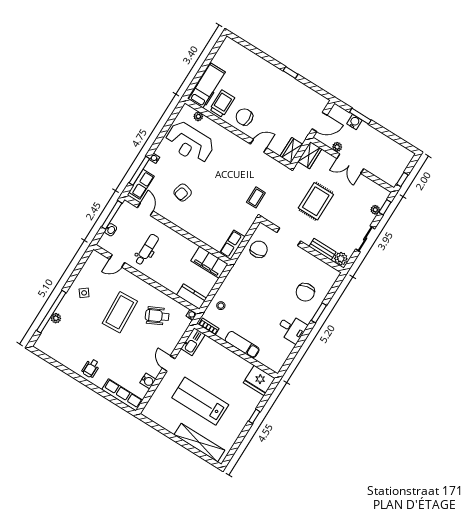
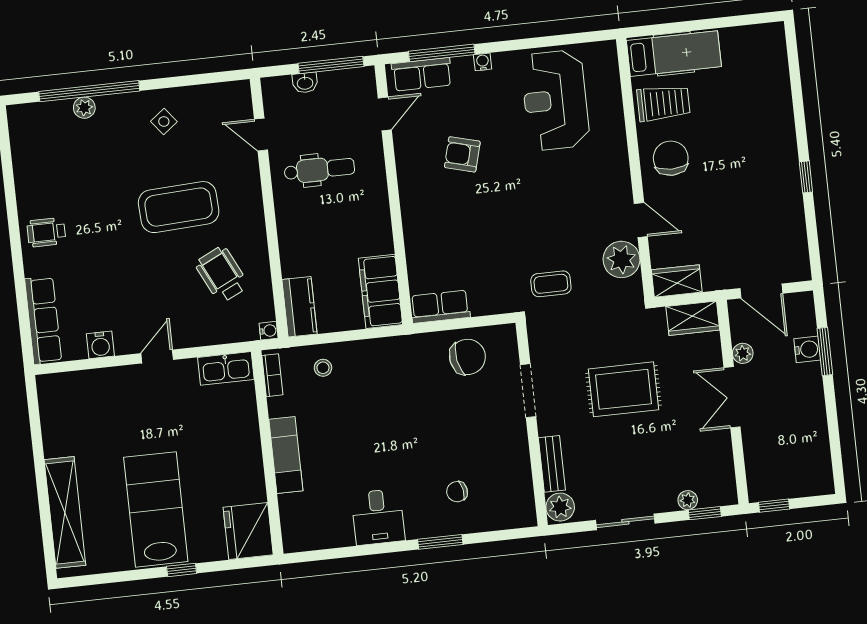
plant: (198, 116) -> (621, 259), moved, width x1.87, depth x1.87
chair: (305, 292) -> (457, 492), width x0.54, depth x0.54
lab bench: (200, 401) -> (156, 509), moved

